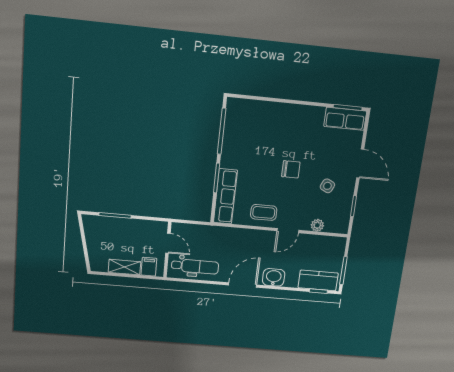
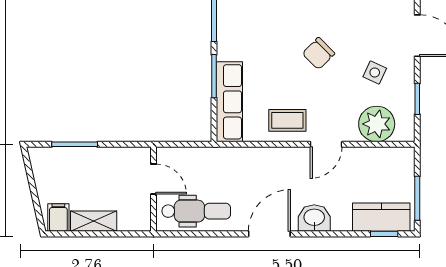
chair: (291, 169) -> (318, 54), turned 135
plant: (317, 225) -> (377, 124), width x1.87, depth x1.87
filing cabinet: (149, 267) -> (58, 217), moved

